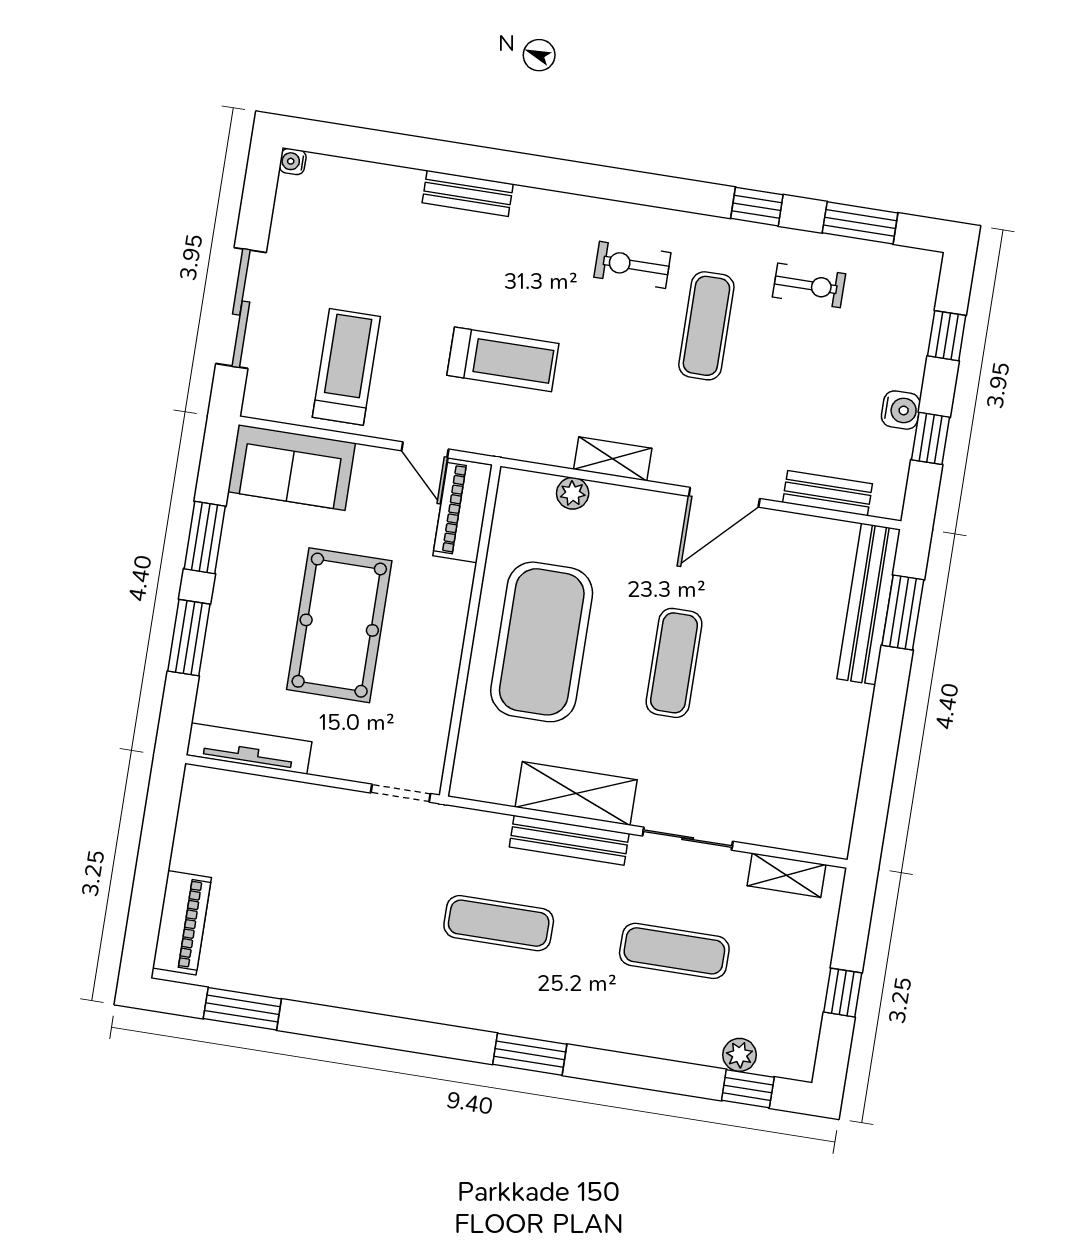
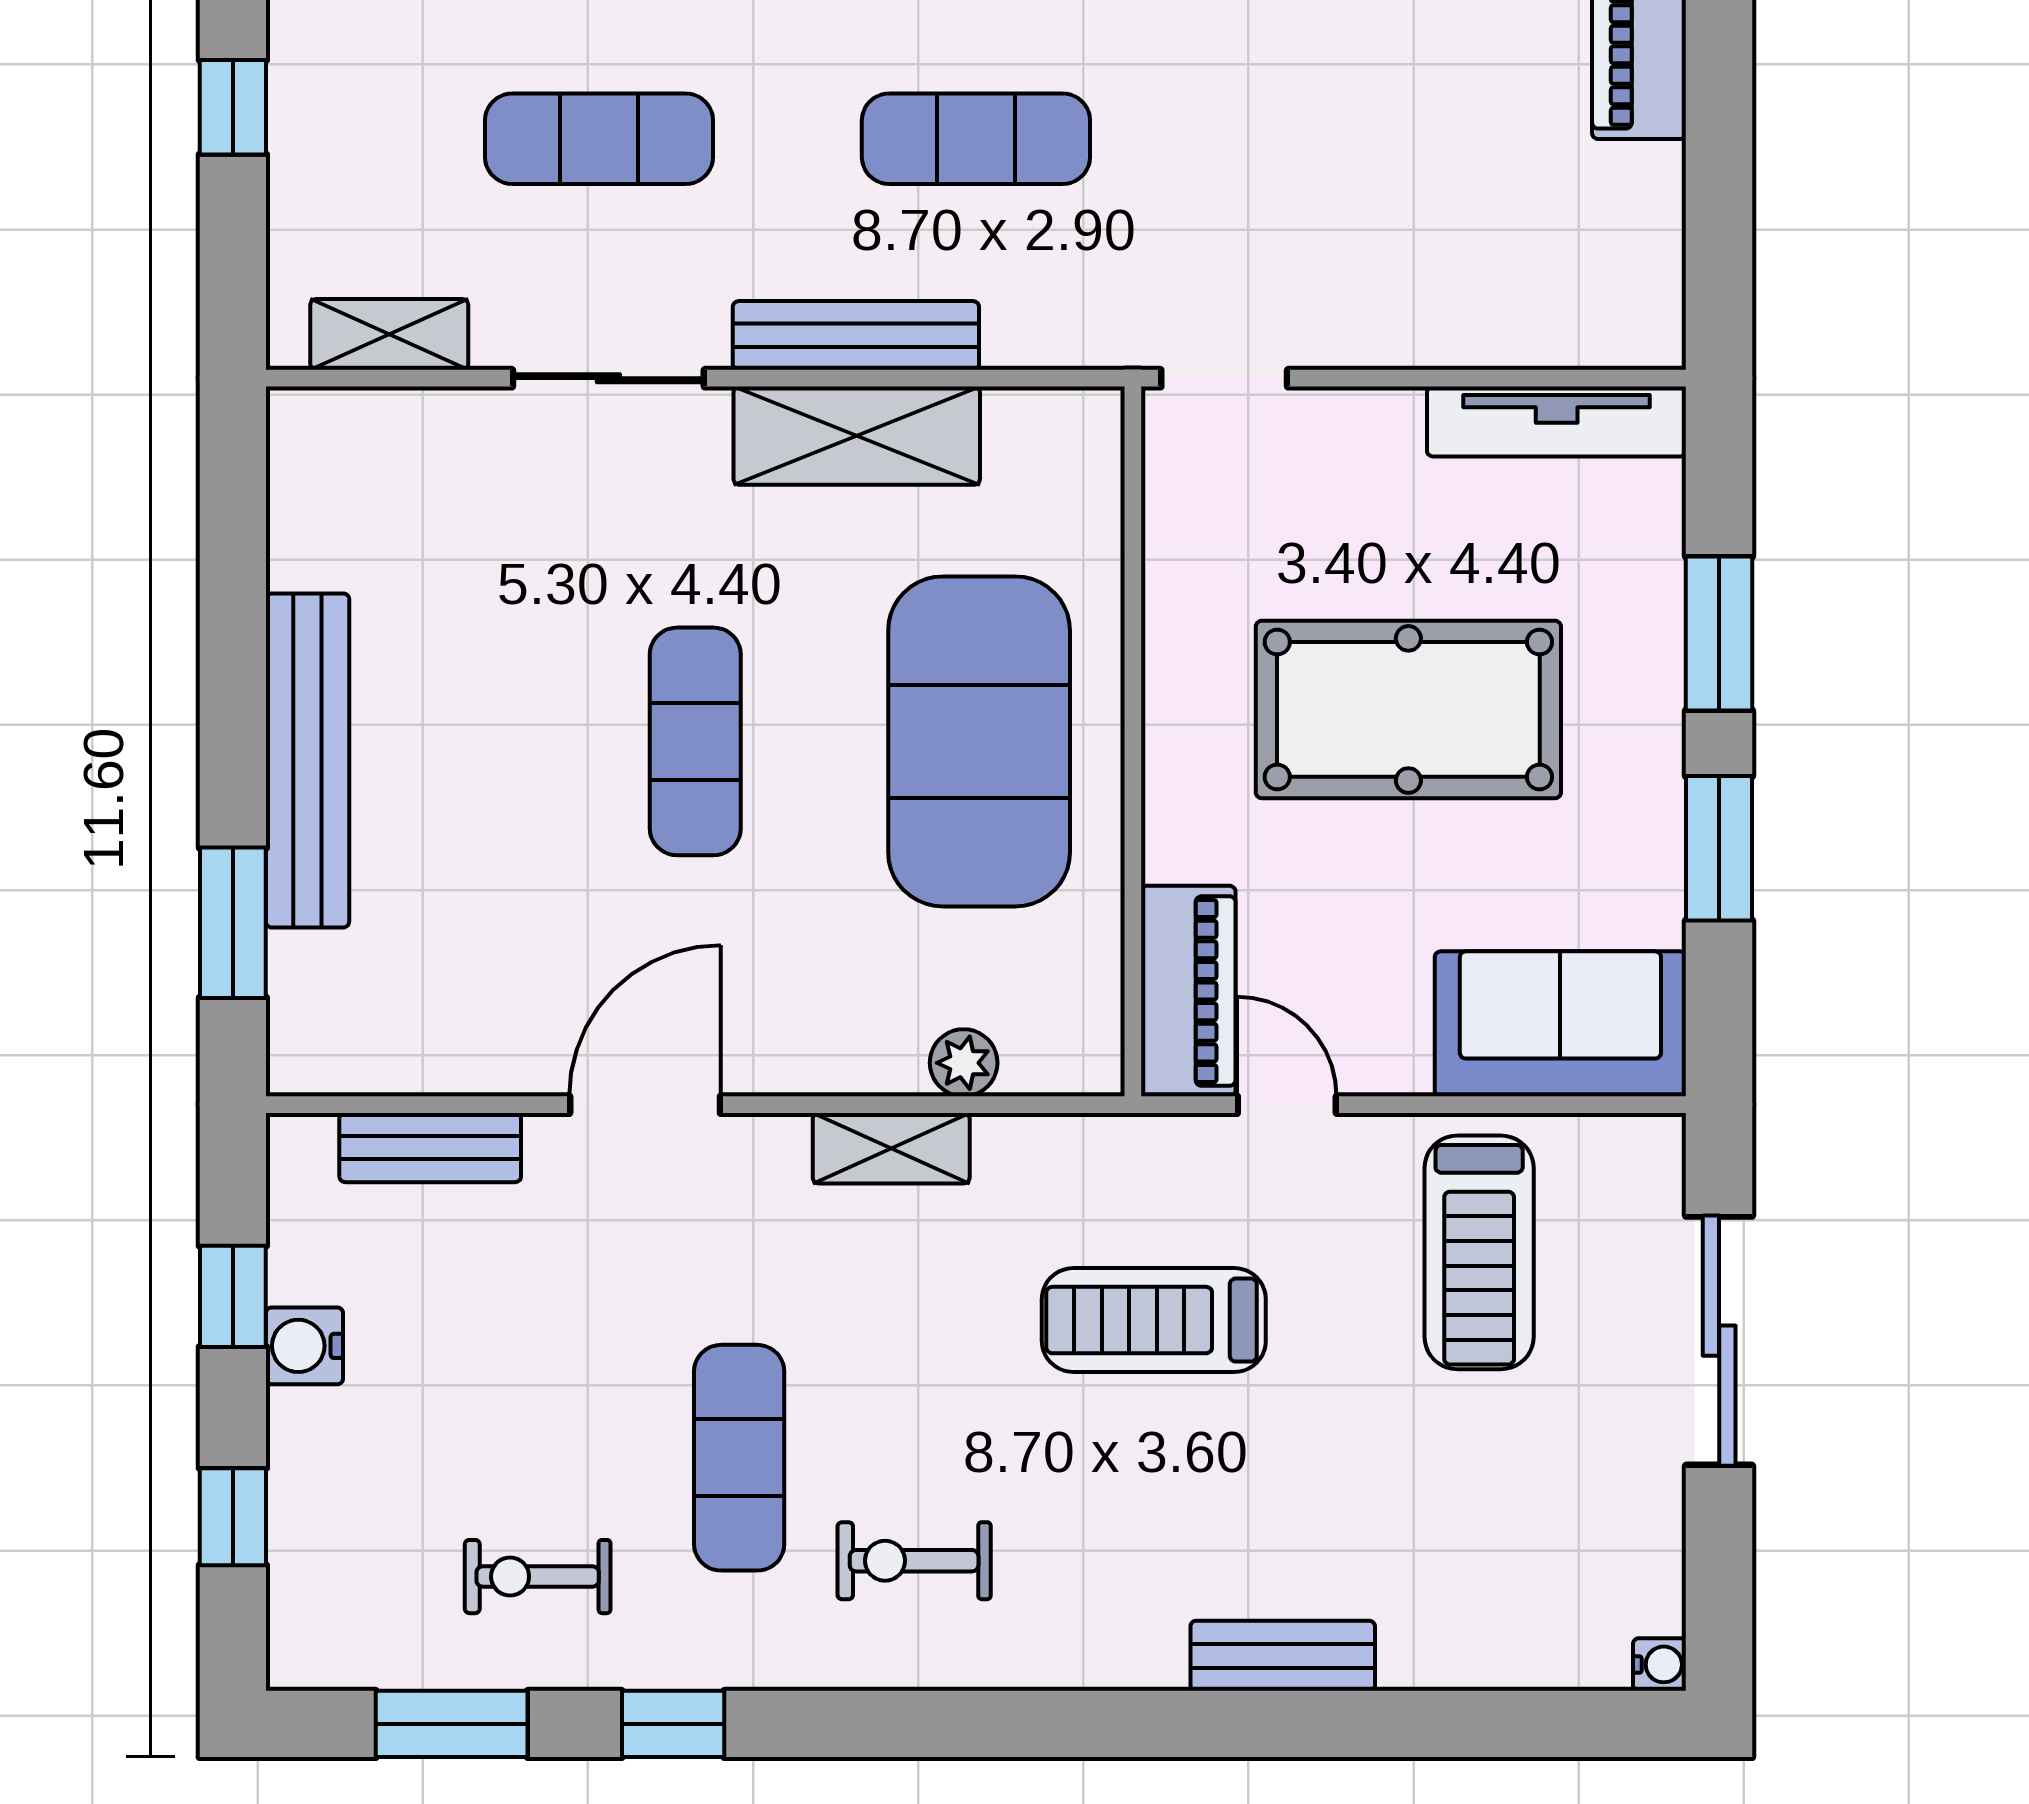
exercise bike: (632, 265) -> (914, 1561), turned 180
bench: (869, 604) -> (307, 760), moved
pool table: (339, 625) -> (1408, 709), turned 90

